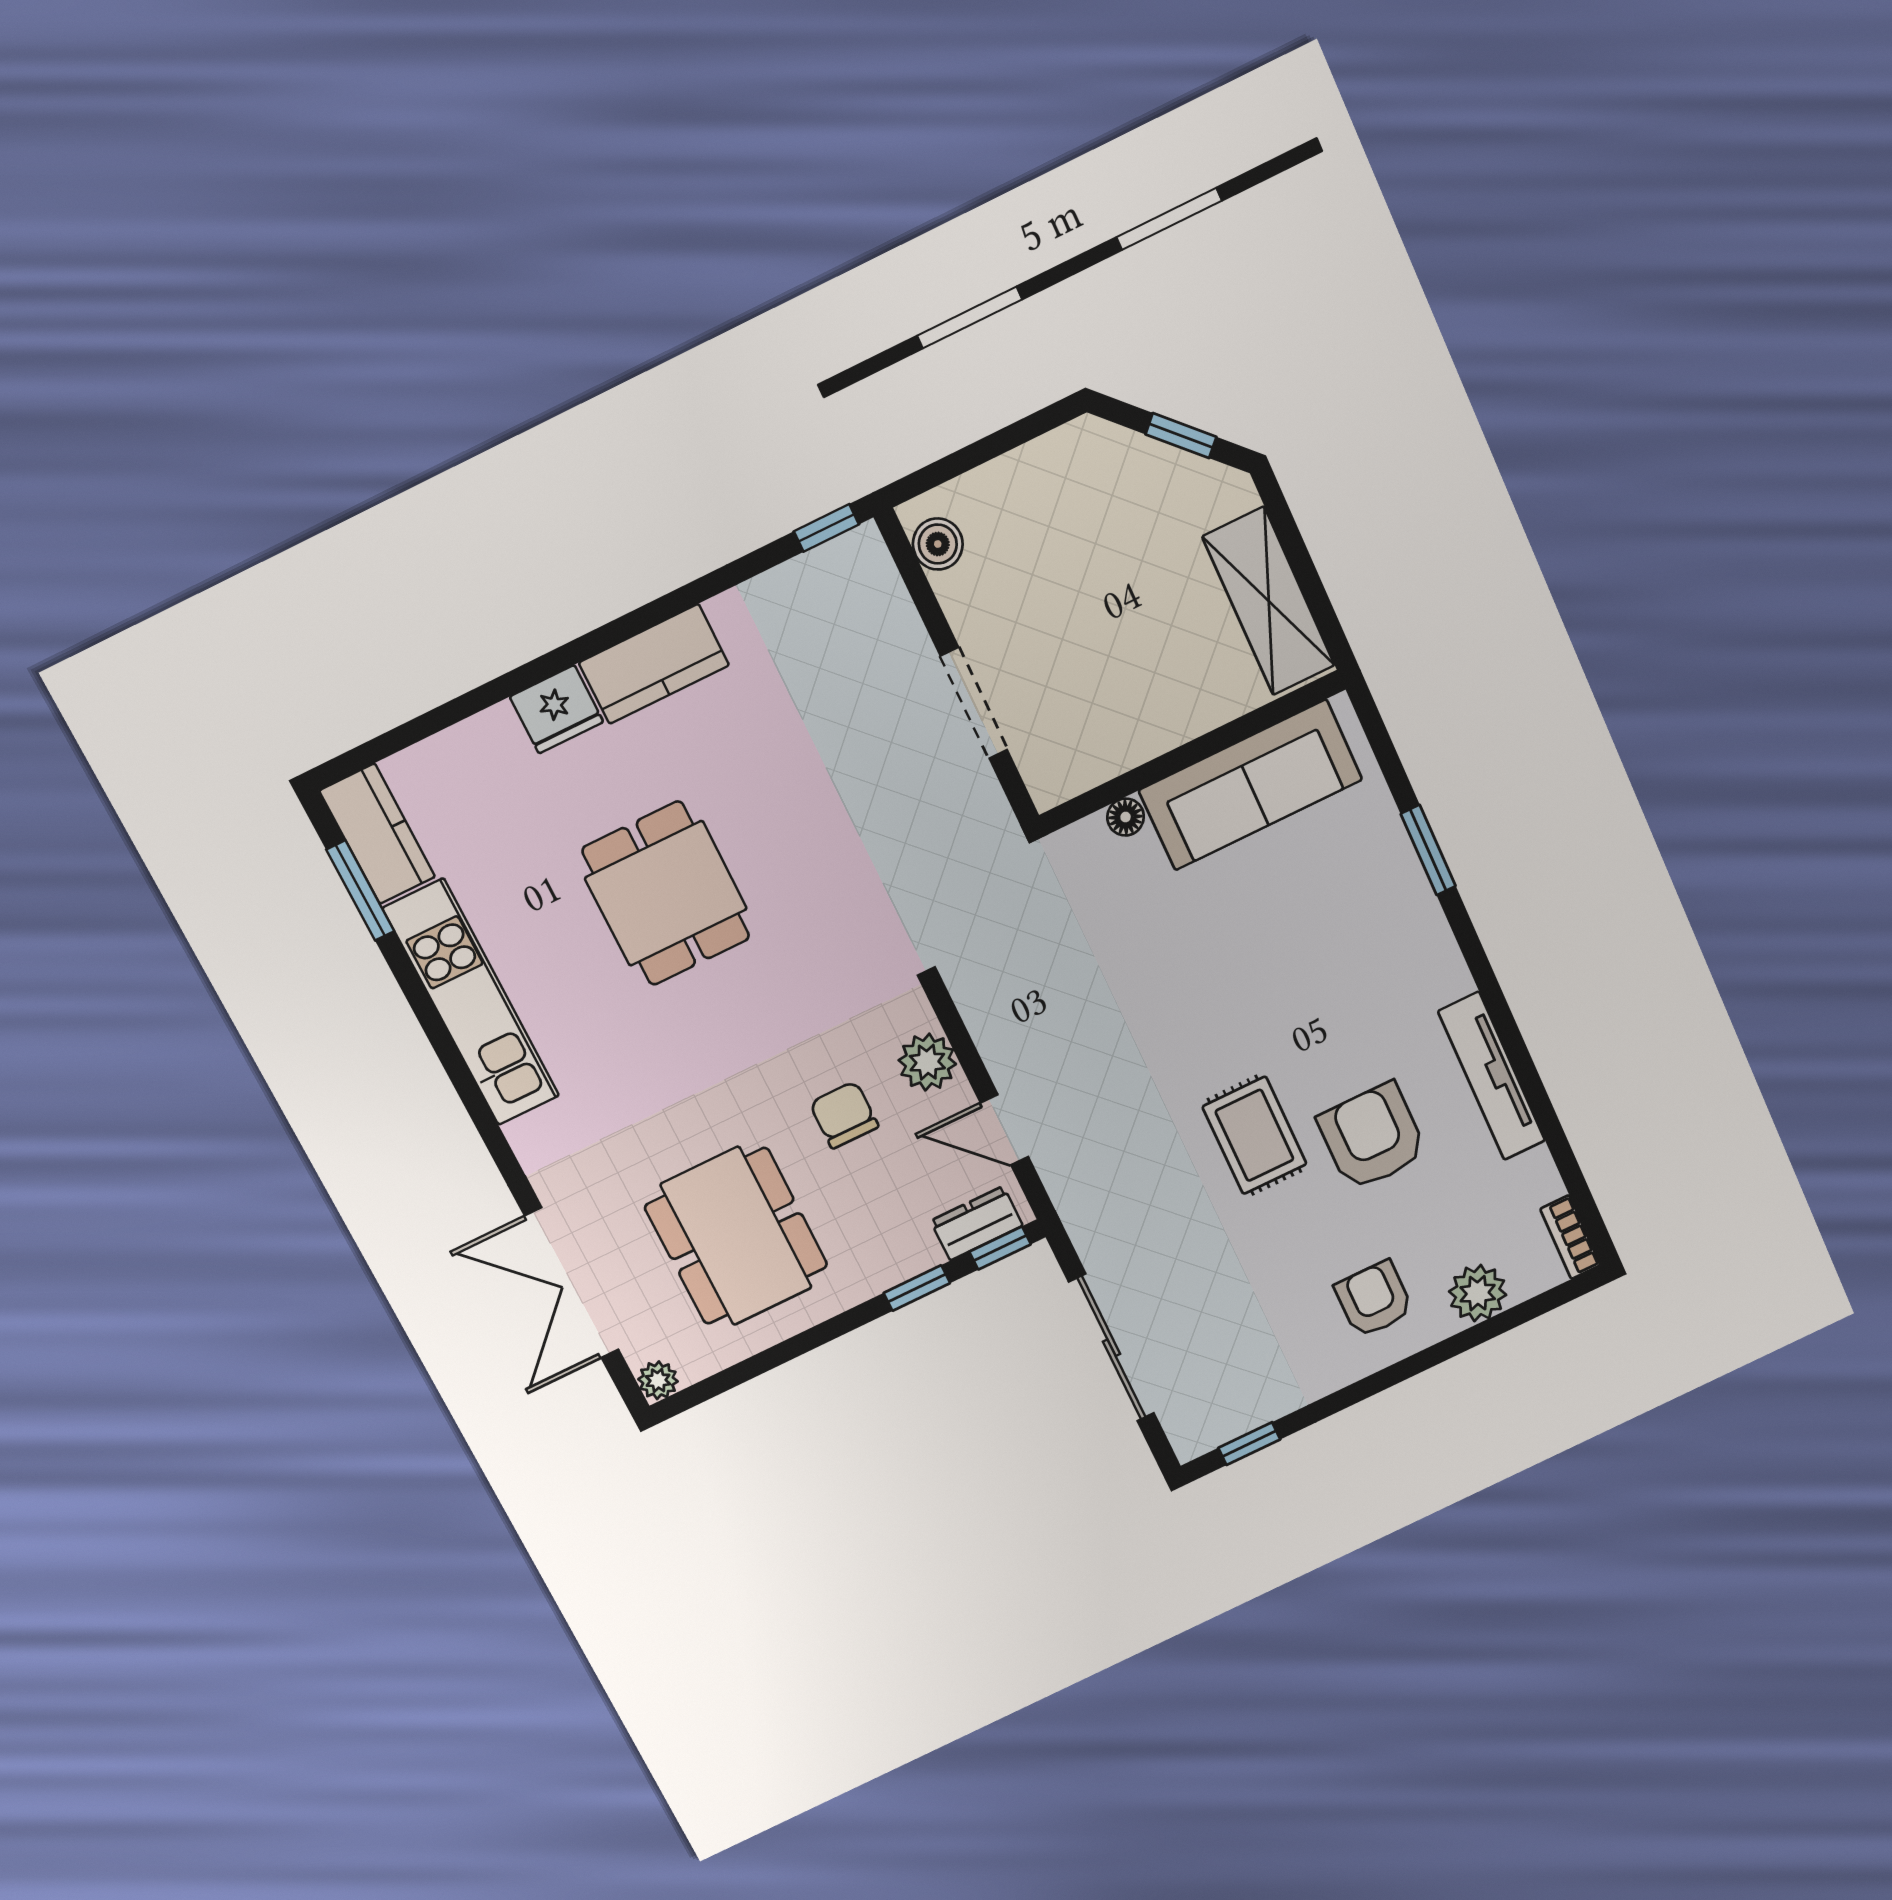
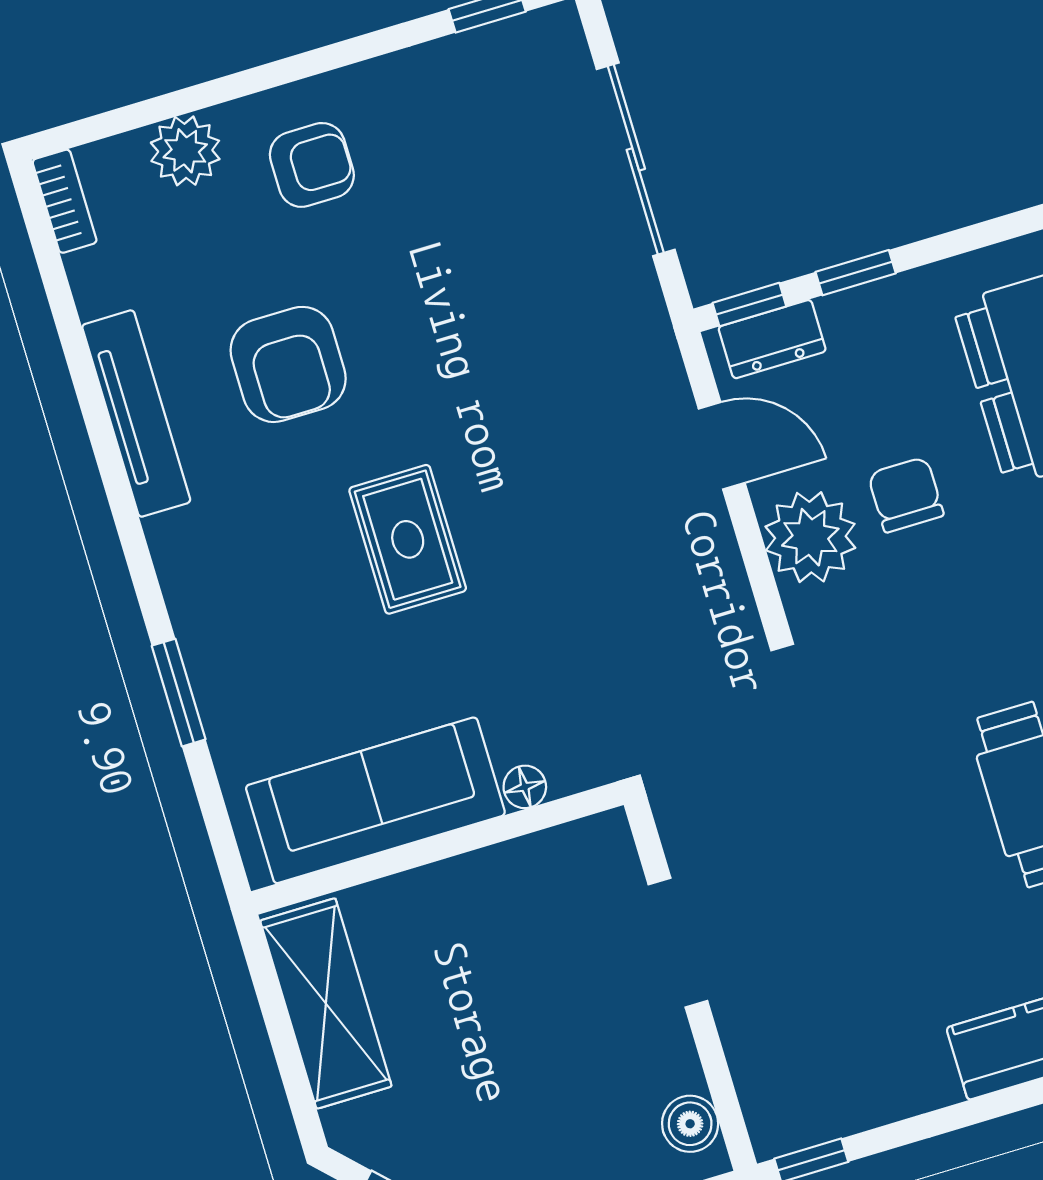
plant: (927, 1062) -> (810, 537), width x1.36, depth x1.36
chair: (844, 1115) -> (906, 495), turned 180
rug: (1254, 1135) -> (408, 539), moved
armchair: (1374, 1299) -> (312, 165), turned -90

